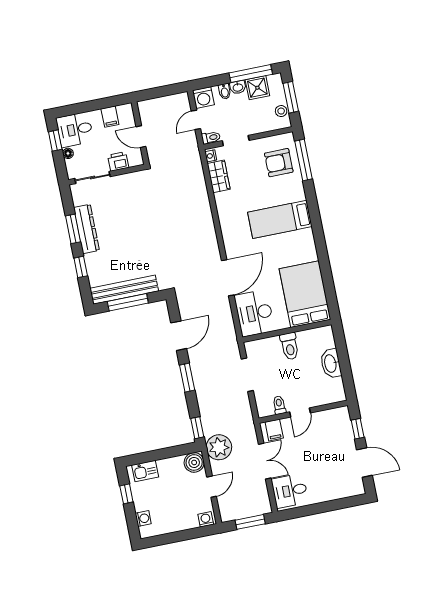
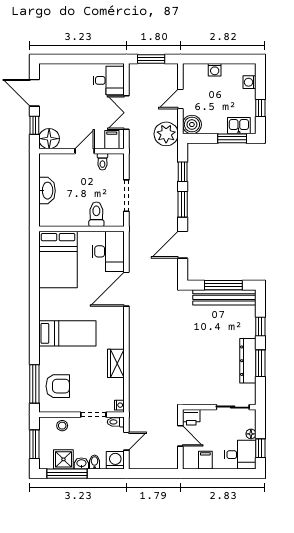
stool: (281, 111) -> (62, 426), moved
printer: (118, 161) -> (191, 417), moved
wardrobe: (219, 176) -> (116, 363), moved
toilet: (290, 346) -> (96, 214), moved
floor lamp: (340, 418) -> (49, 139), added
window: (197, 428) -> (183, 172), moved
window: (149, 457) -> (232, 138), added
washing machine: (206, 519) -> (215, 70), moved

